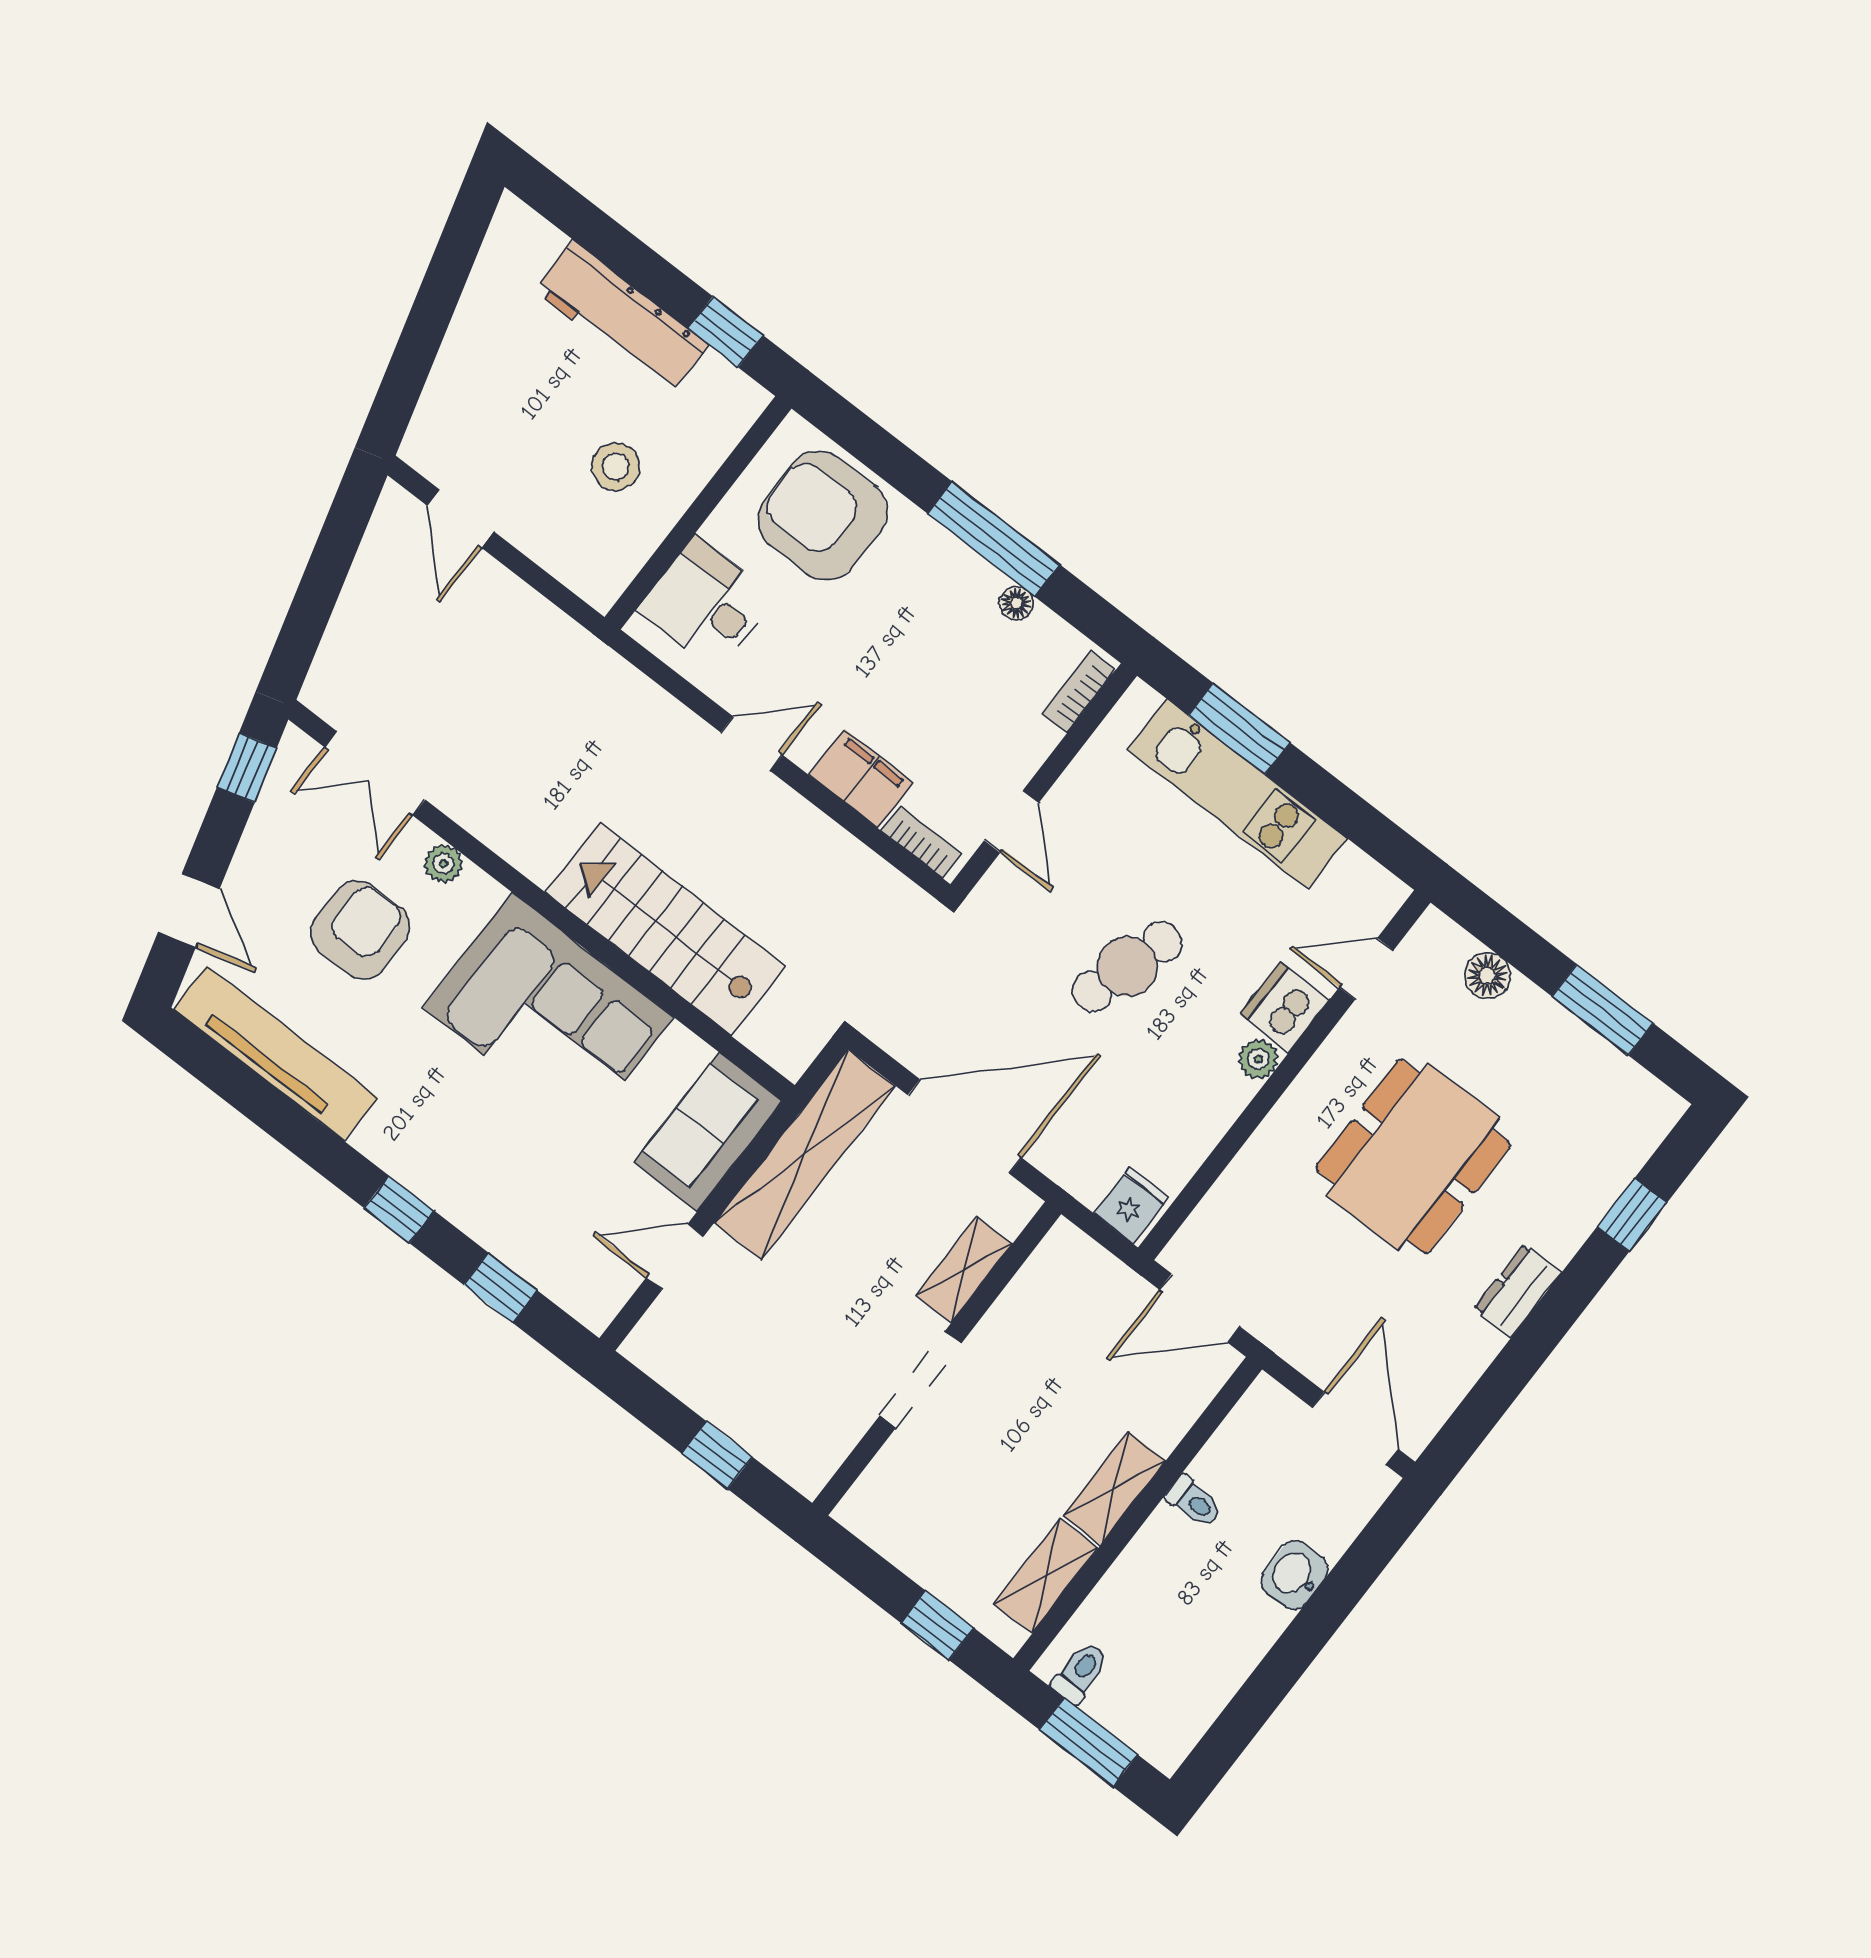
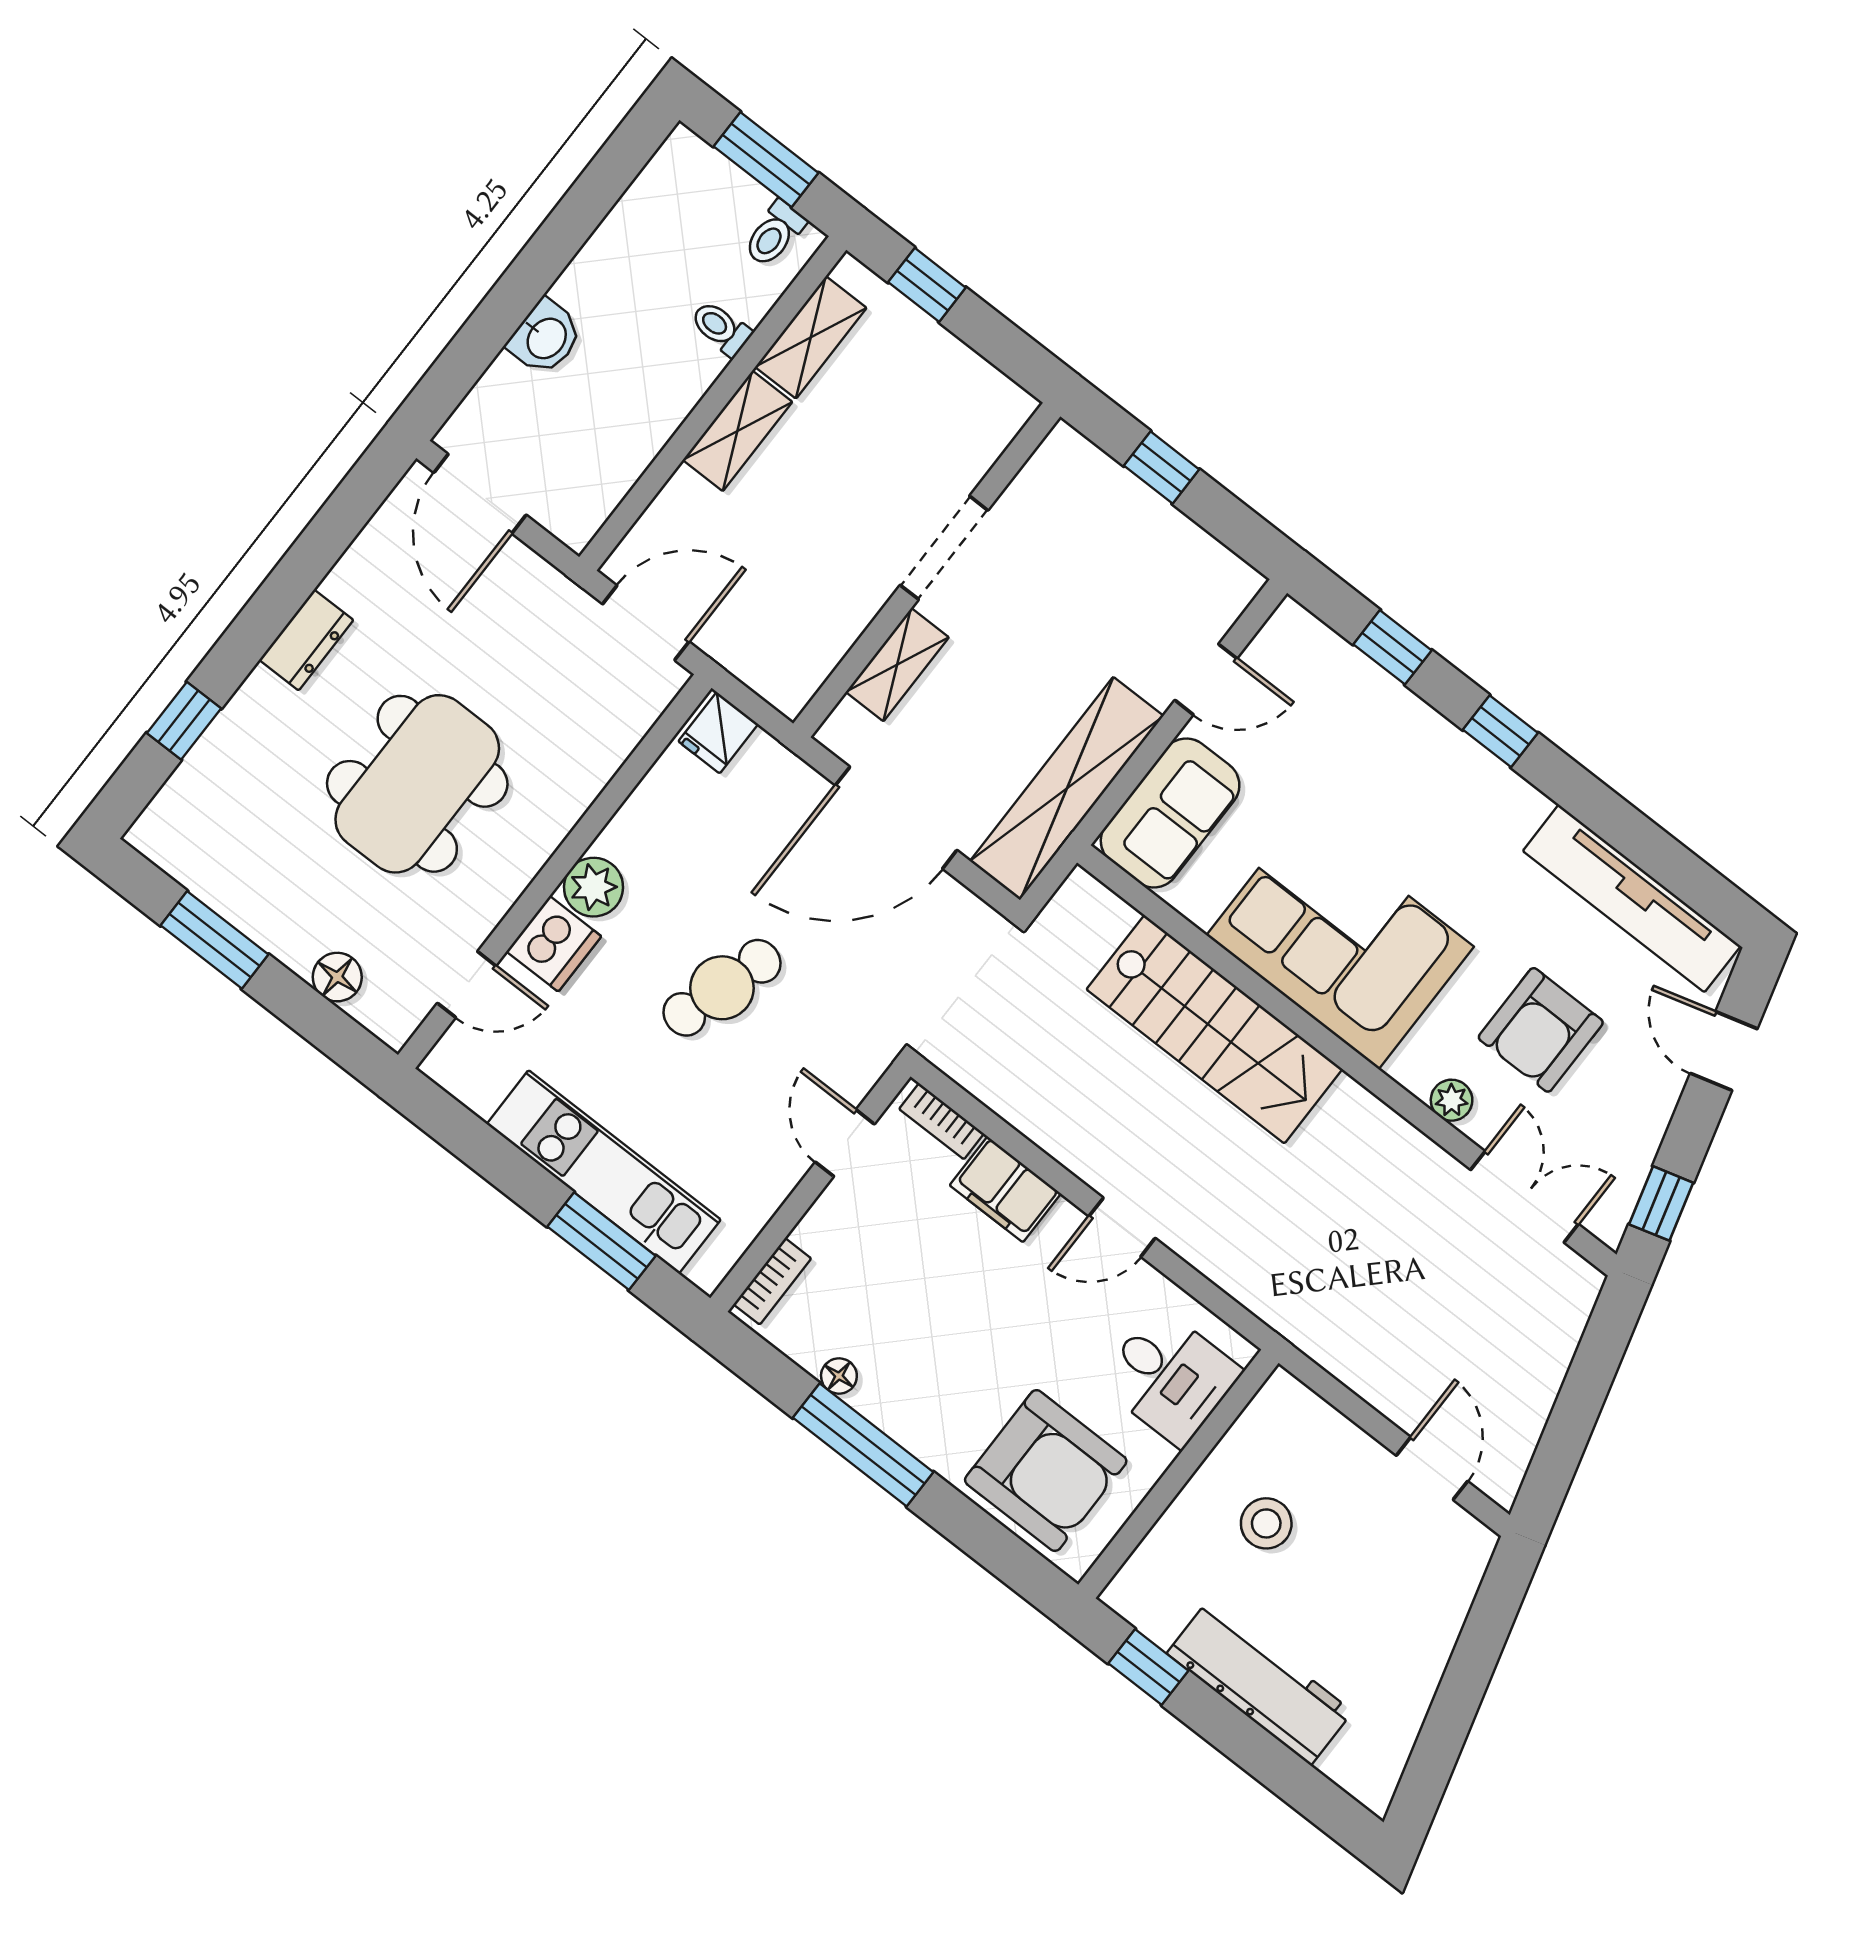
plant: (1258, 1059) -> (593, 887), width x1.38, depth x1.38
toilet: (1194, 1502) -> (721, 328), moved

